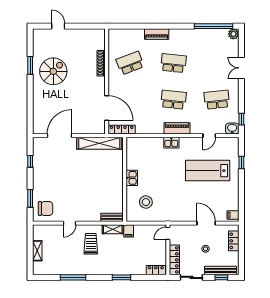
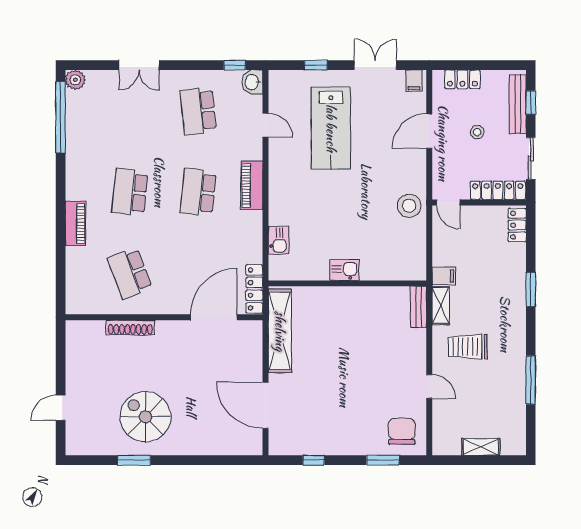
kitchen sink: (171, 143) -> (279, 240), moved
double door: (241, 194) -> (375, 65), added
stool: (146, 202) -> (409, 206), moved

